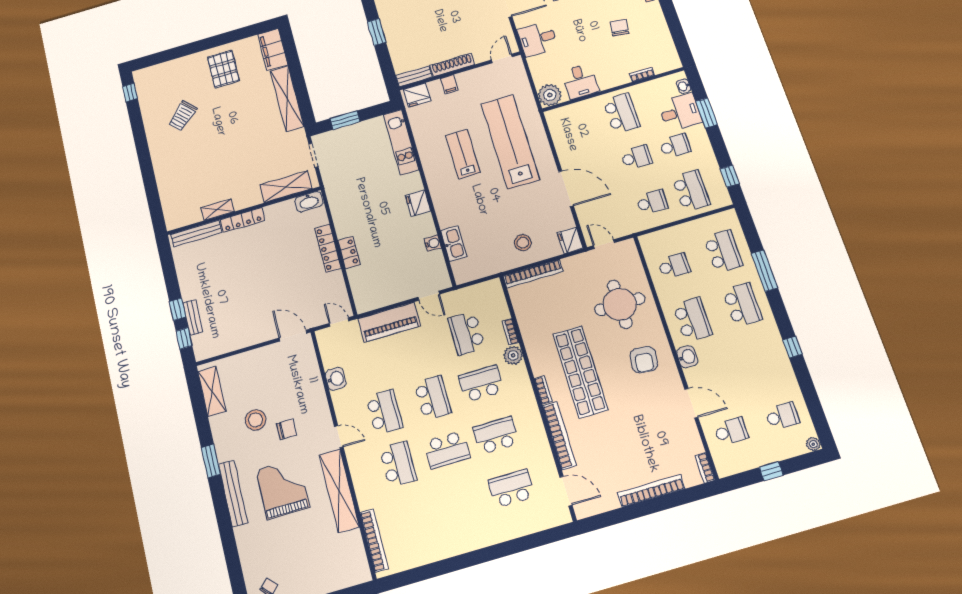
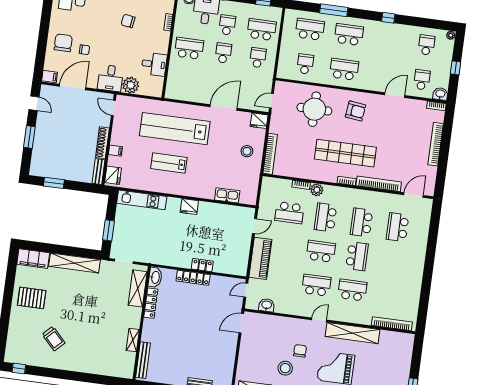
plant: (550, 95) -> (131, 85), moved
locker: (243, 220) -> (151, 303), moved
water cooler: (433, 243) -> (221, 209), removed
washbasin: (687, 357) -> (440, 94), moved
washbasin: (336, 379) -> (267, 305), moved

